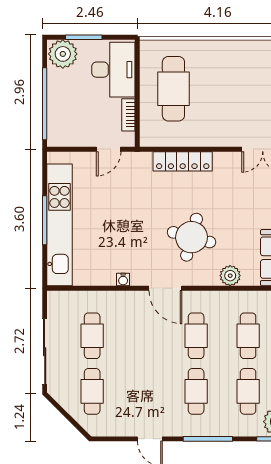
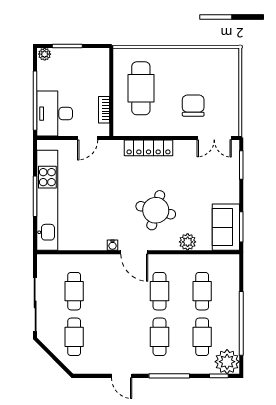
plant: (63, 54) -> (45, 54), width x0.53, depth x0.53
desk: (113, 70) -> (55, 114), moved, turned 180
chair: (237, 110) -> (193, 106), added
water cooler: (123, 280) -> (113, 245), moved

